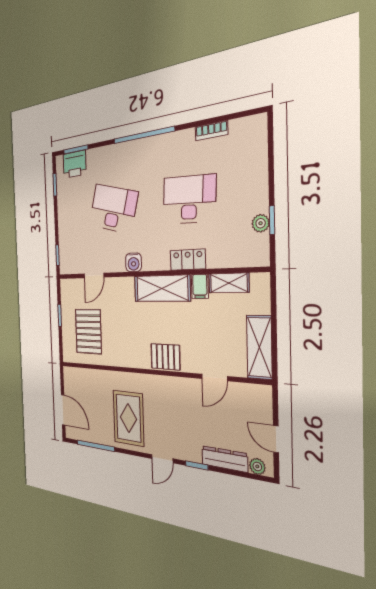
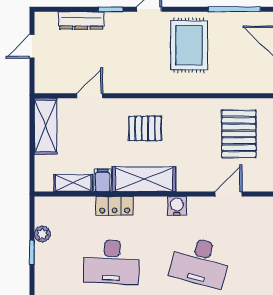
window: (272, 220) -> (32, 252), moved
pallet: (165, 357) -> (145, 128), moved
door: (276, 439) -> (32, 46), swing flipped
plant: (257, 466) -> (49, 19), removed

